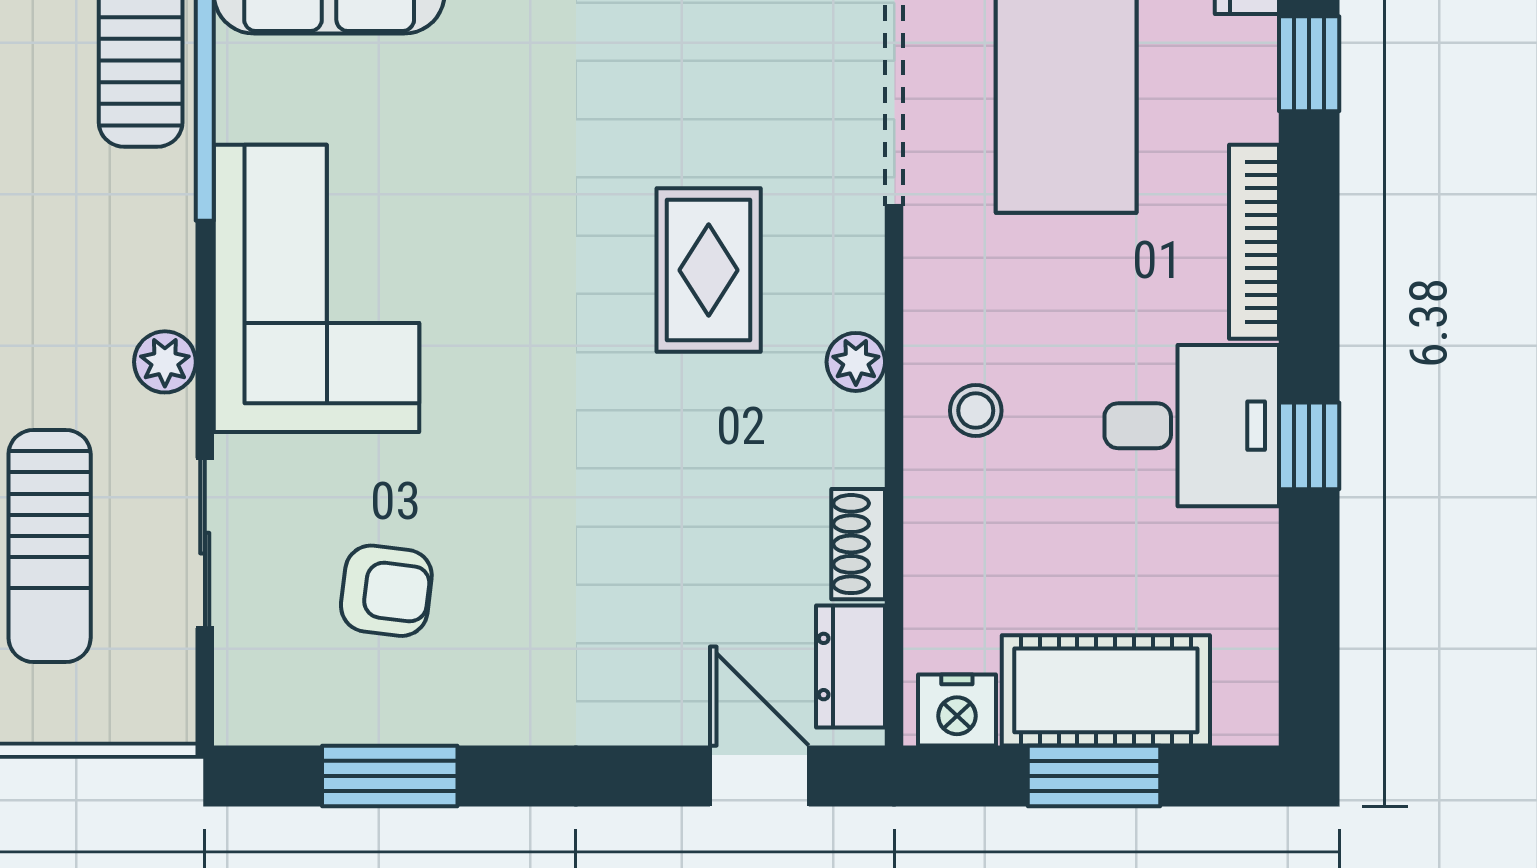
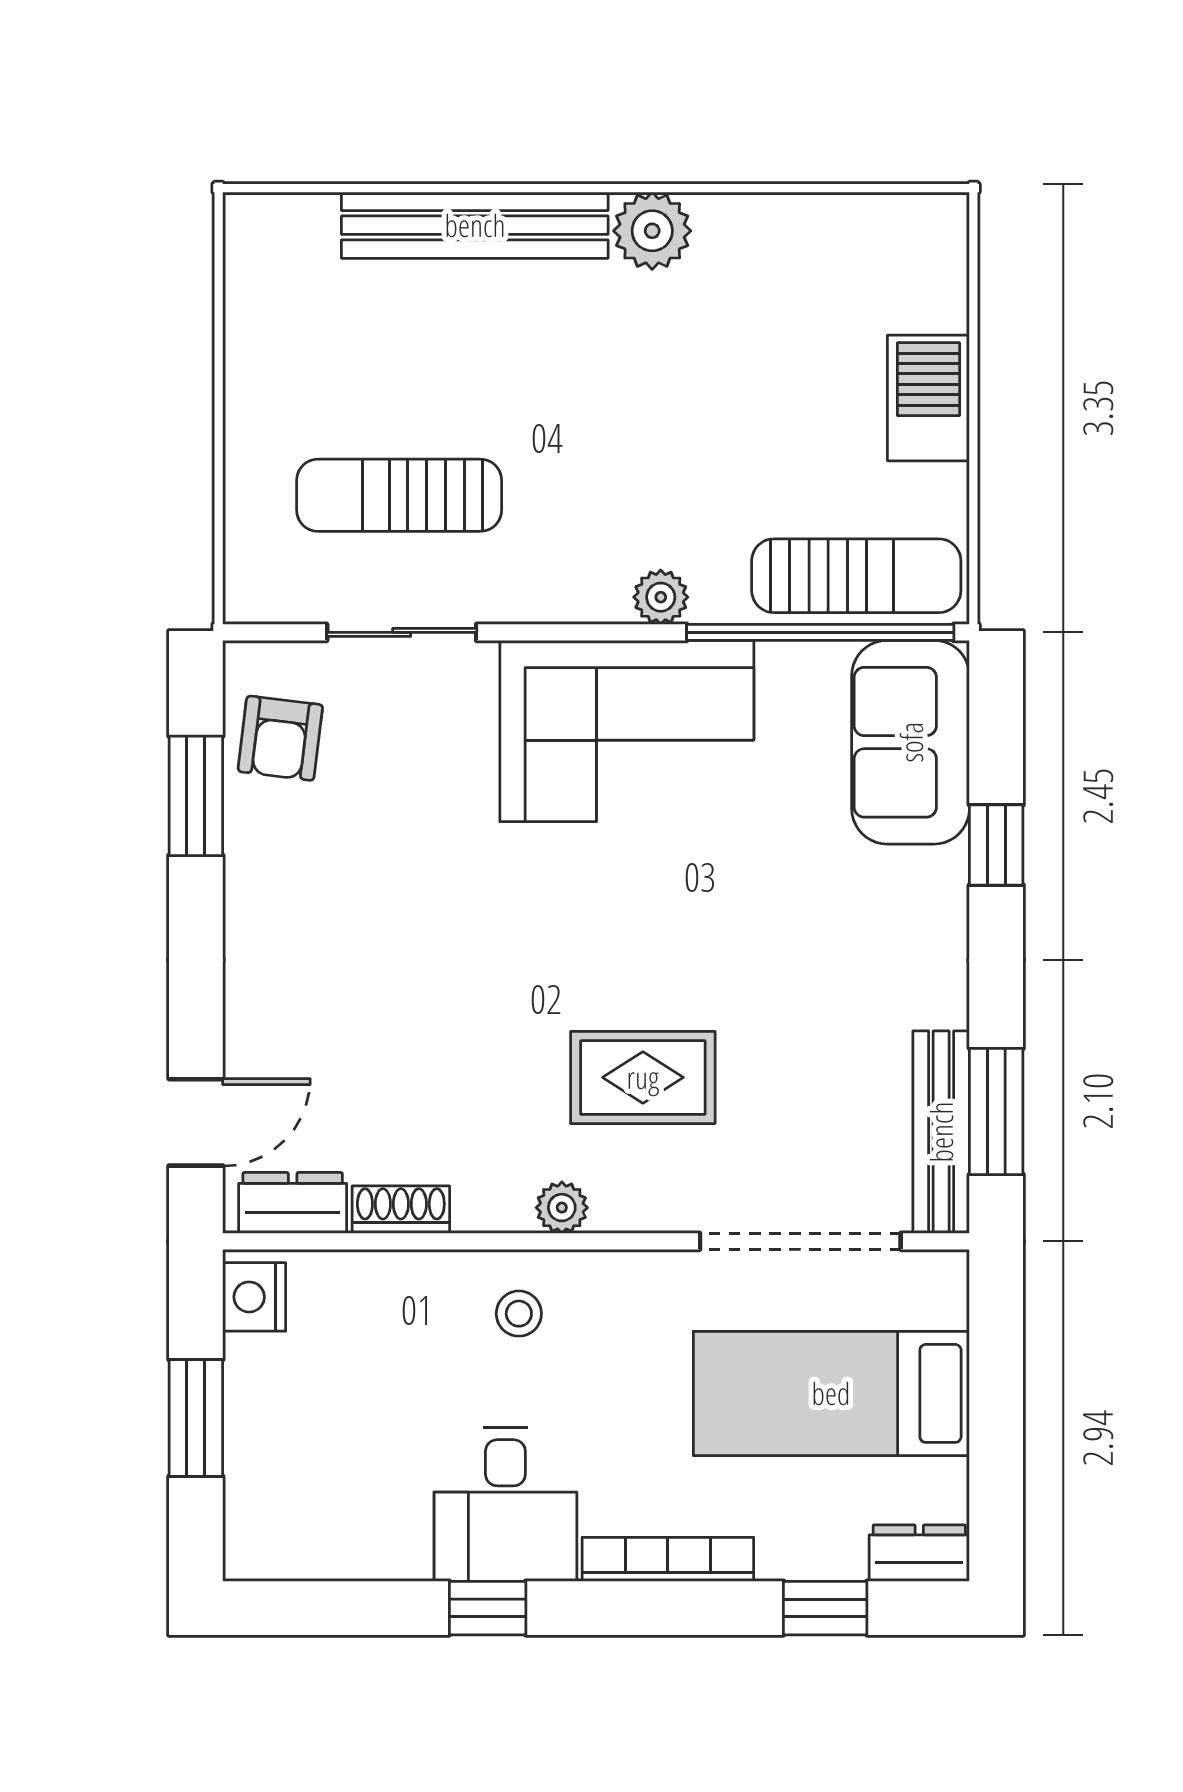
plant: (165, 362) -> (661, 597), moved
armchair: (386, 591) -> (280, 738), moved
cot: (1106, 690) -> (272, 1428), removed

